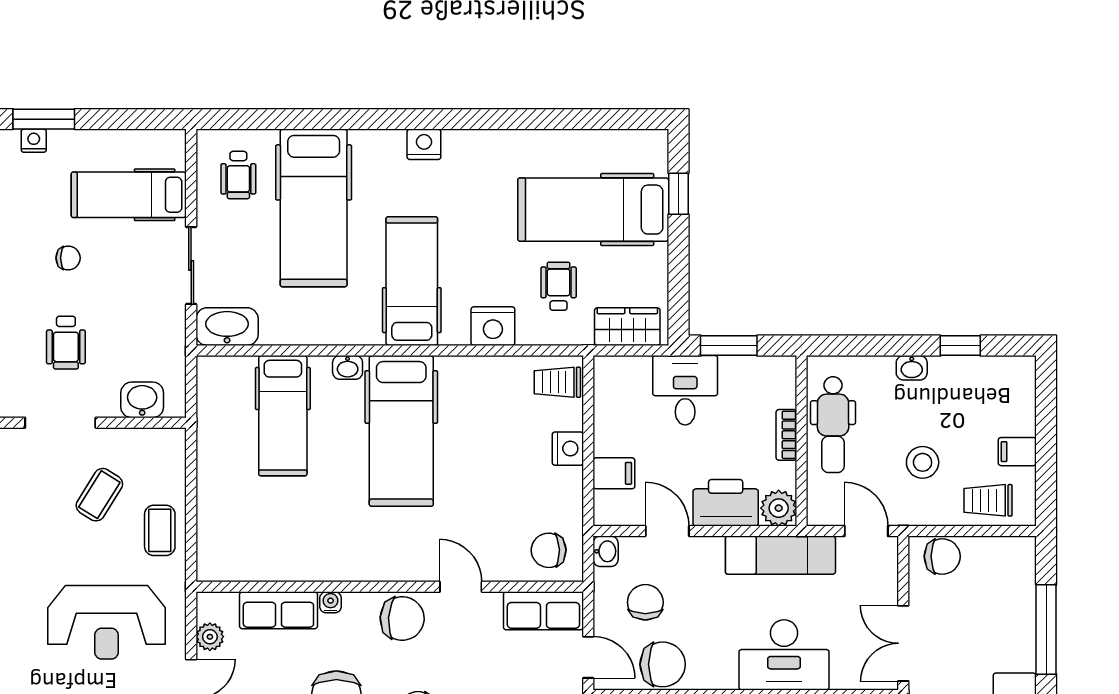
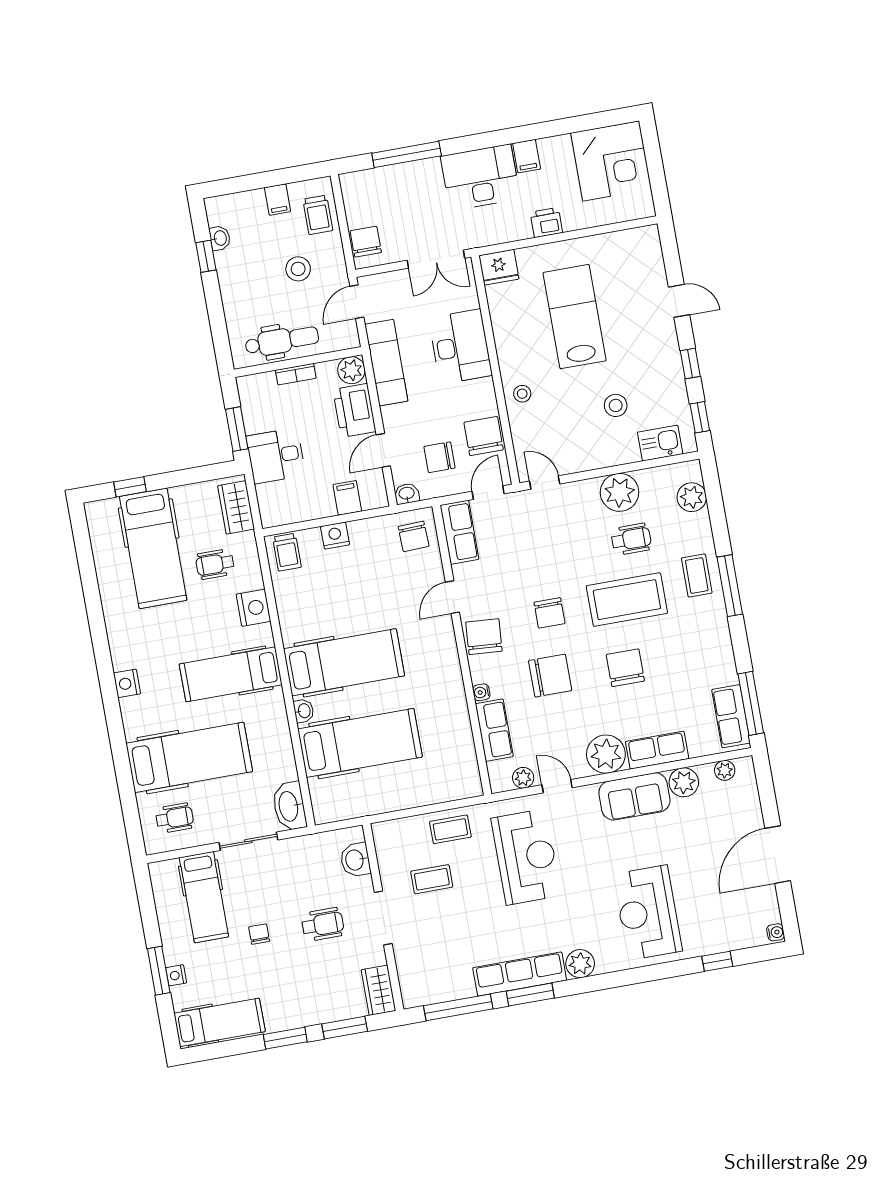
washbasin: (912, 368) -> (220, 238), moved
hospital bed: (283, 416) -> (360, 743), width x1.37, depth x1.29
coffee table: (99, 495) -> (432, 879), turned -32

